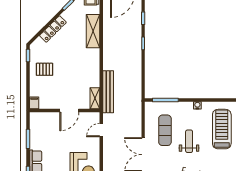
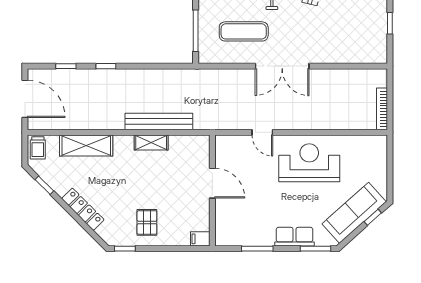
bench: (108, 92) -> (159, 122), moved
shelving: (95, 98) -> (151, 143), moved
door: (101, 130) -> (262, 132), moved

